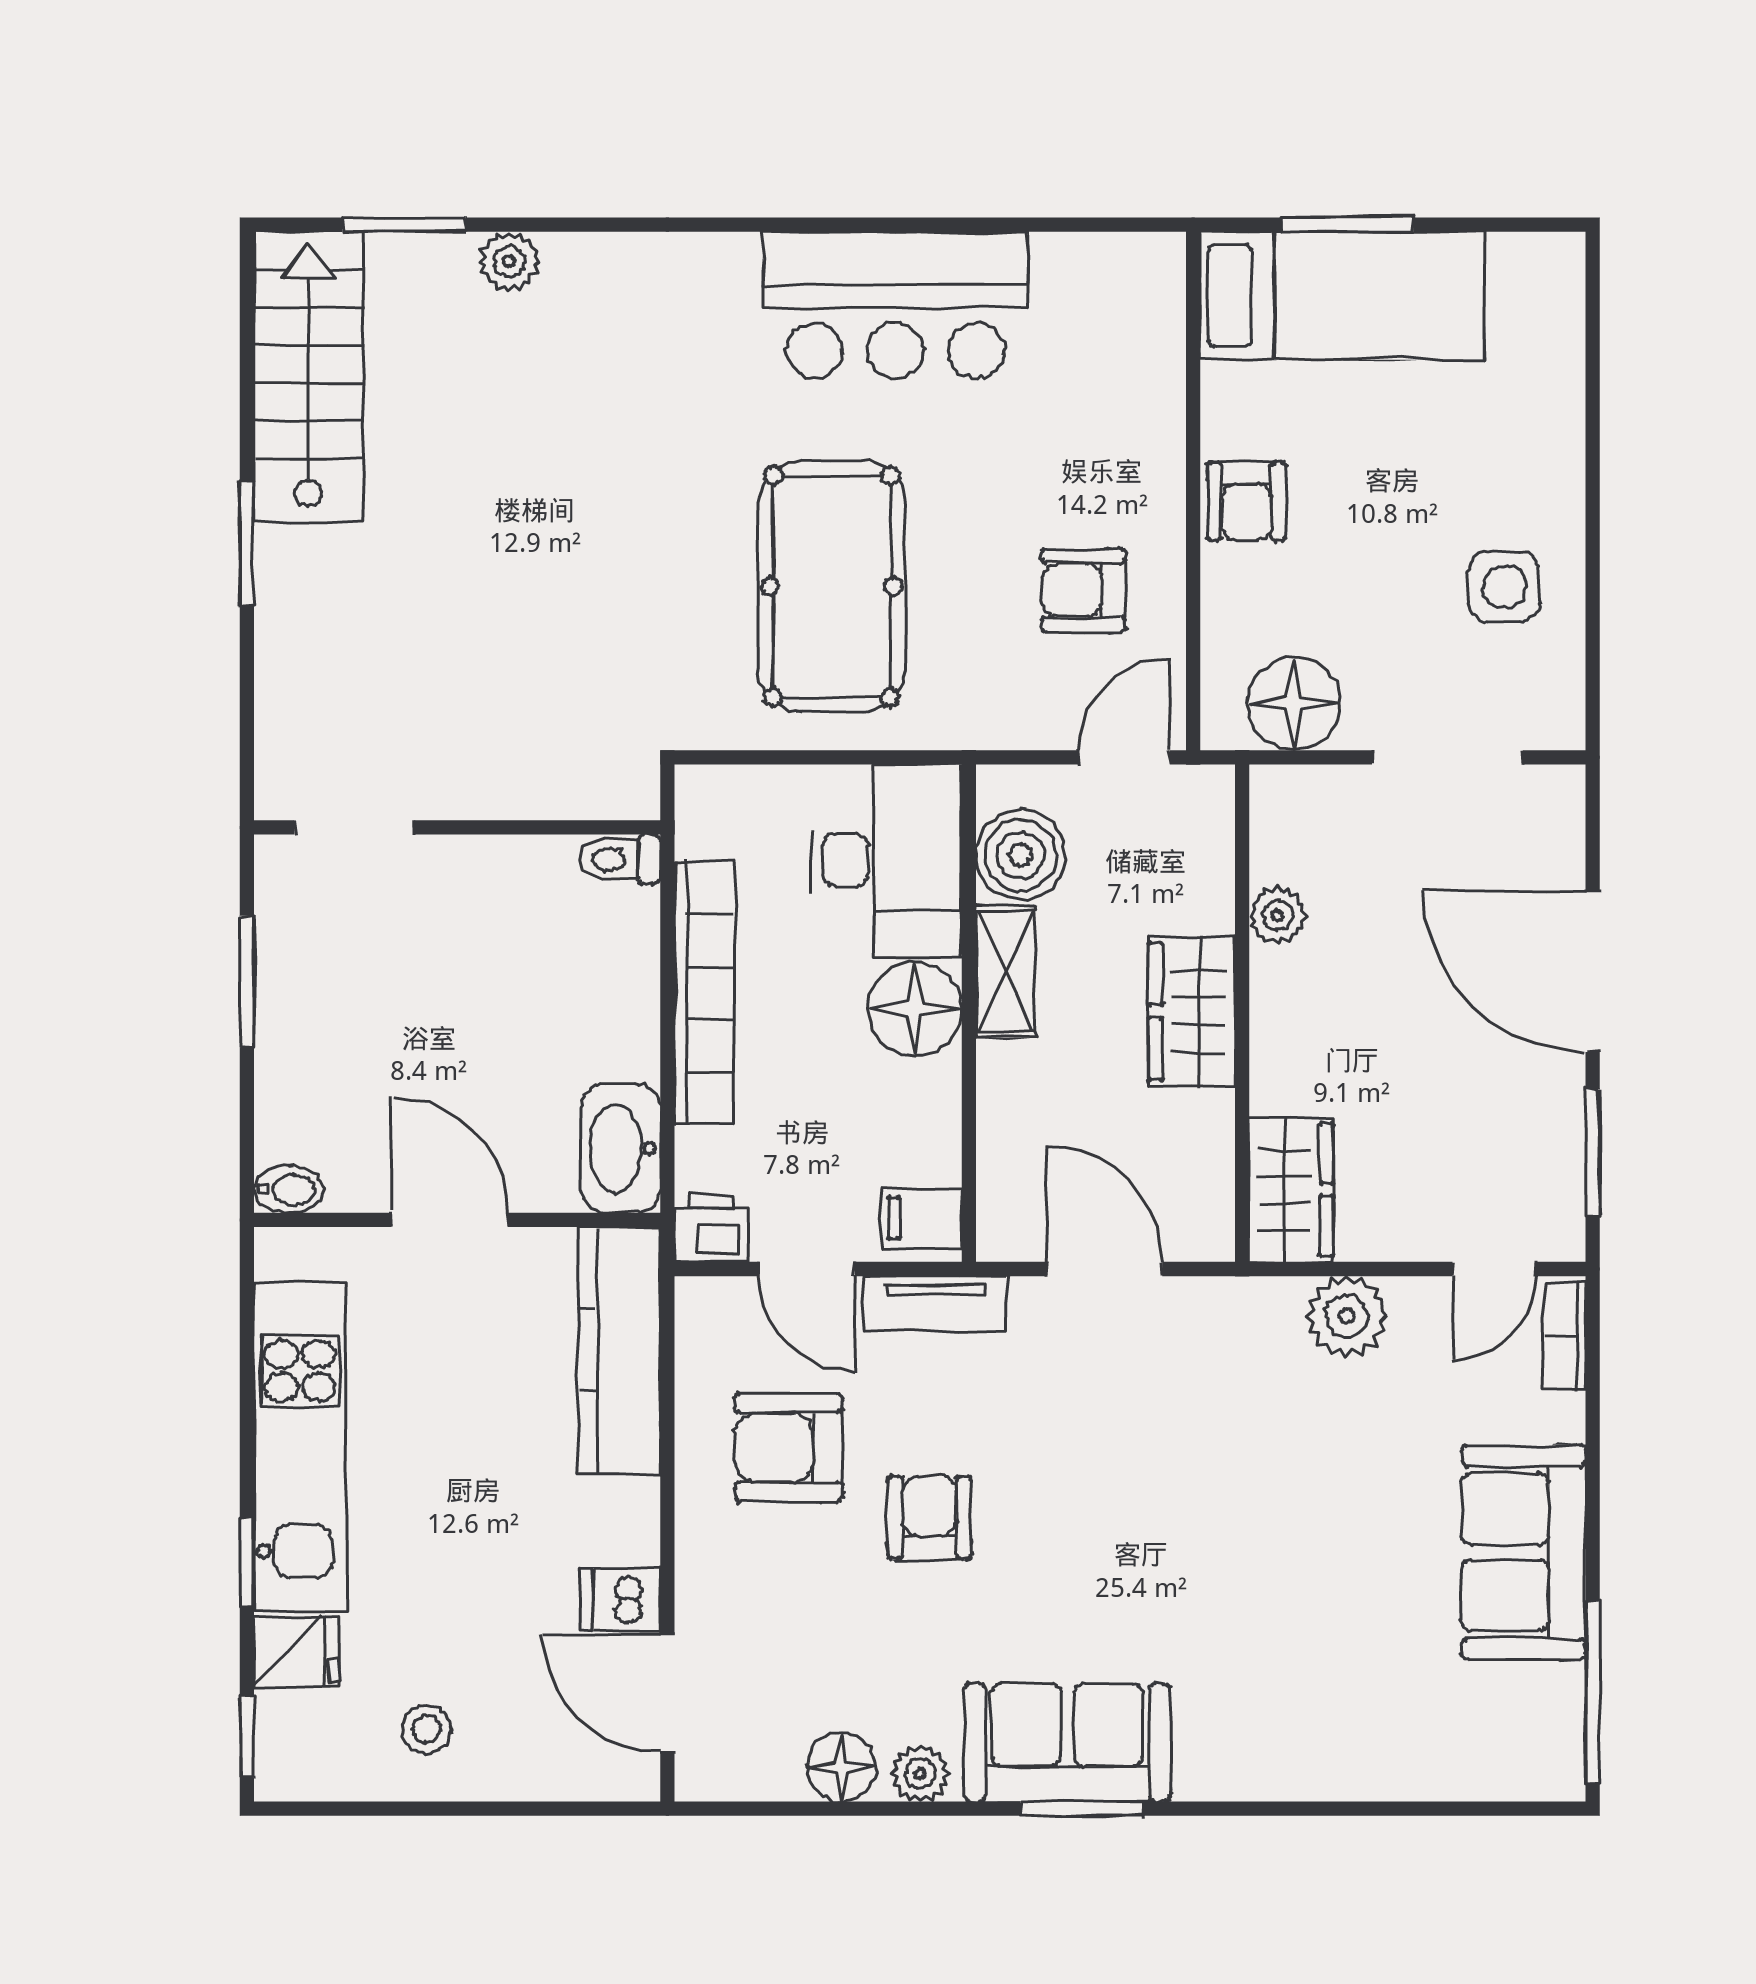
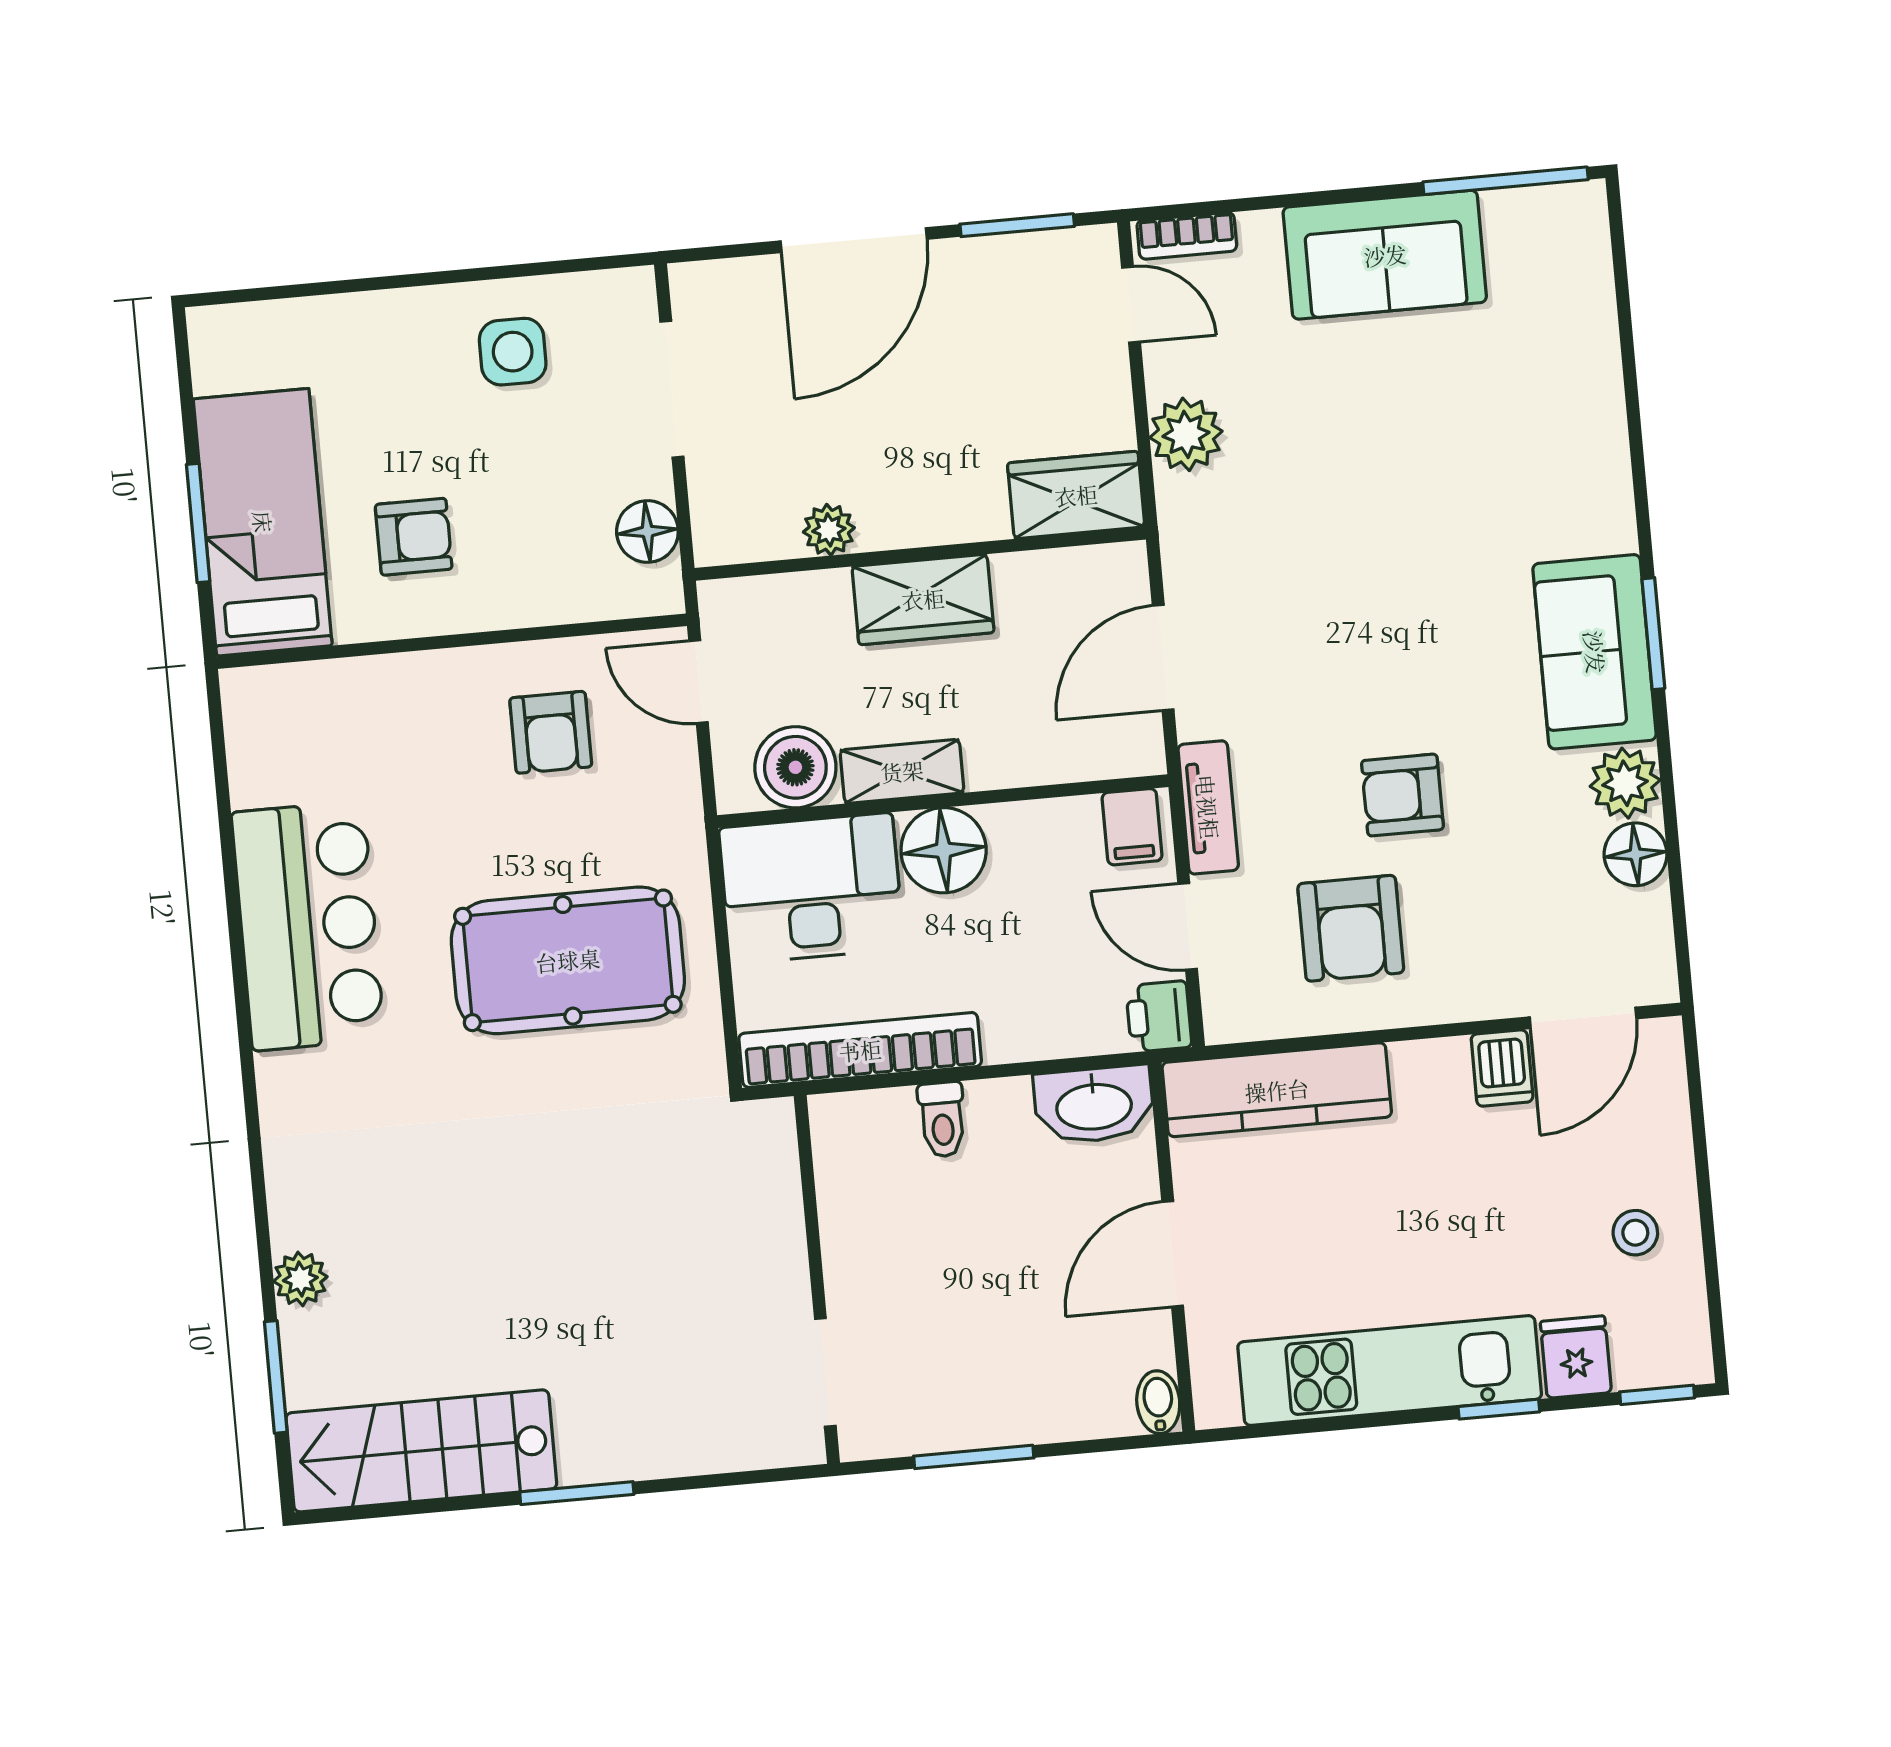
armchair: (1246, 501) -> (414, 537), moved
floor lamp: (1294, 704) -> (647, 531), width x0.73, depth x0.73
toilet: (620, 859) -> (942, 1119), moved
bookcase: (704, 993) -> (860, 1050), moved
door: (807, 1269) -> (1188, 926), swing flipped
plant: (920, 1773) -> (1625, 783), width x1.38, depth x1.38

